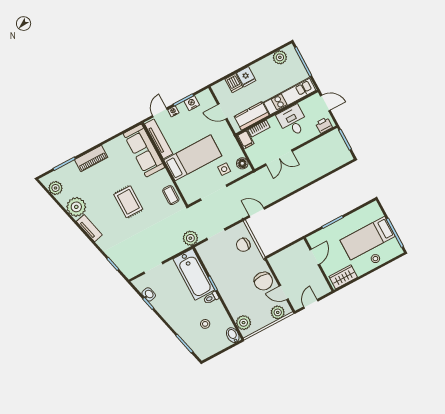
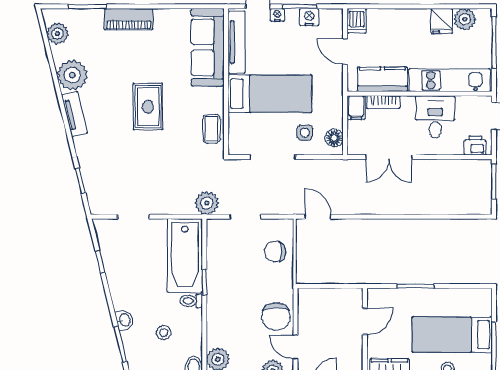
fridge: (246, 77) -> (442, 21), moved
dishwasher: (234, 83) -> (357, 21), moved
washbasin: (149, 294) -> (125, 320), moved

